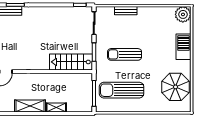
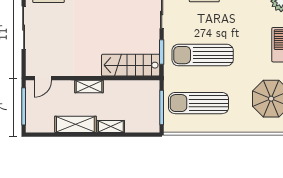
sun lounger: (125, 54) -> (203, 55), width x1.36, depth x1.34
shelving: (40, 78) -> (89, 87), added

